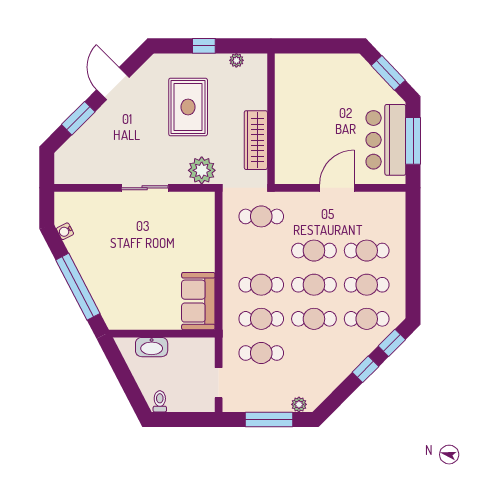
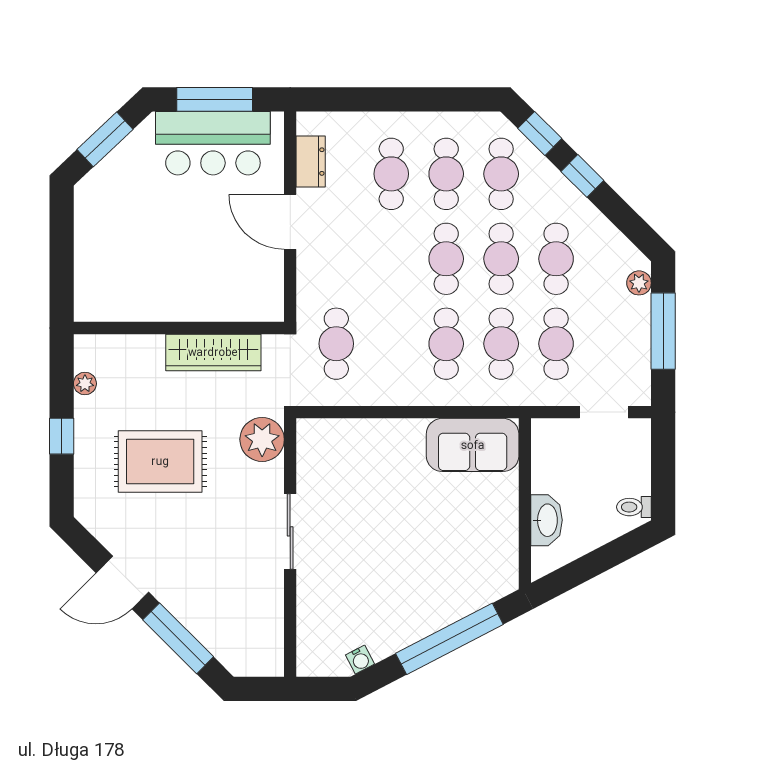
window: (78, 118) -> (178, 638), width x1.44
dresser: (374, 201) -> (311, 162), added
cafe table: (314, 251) -> (556, 259), moved

